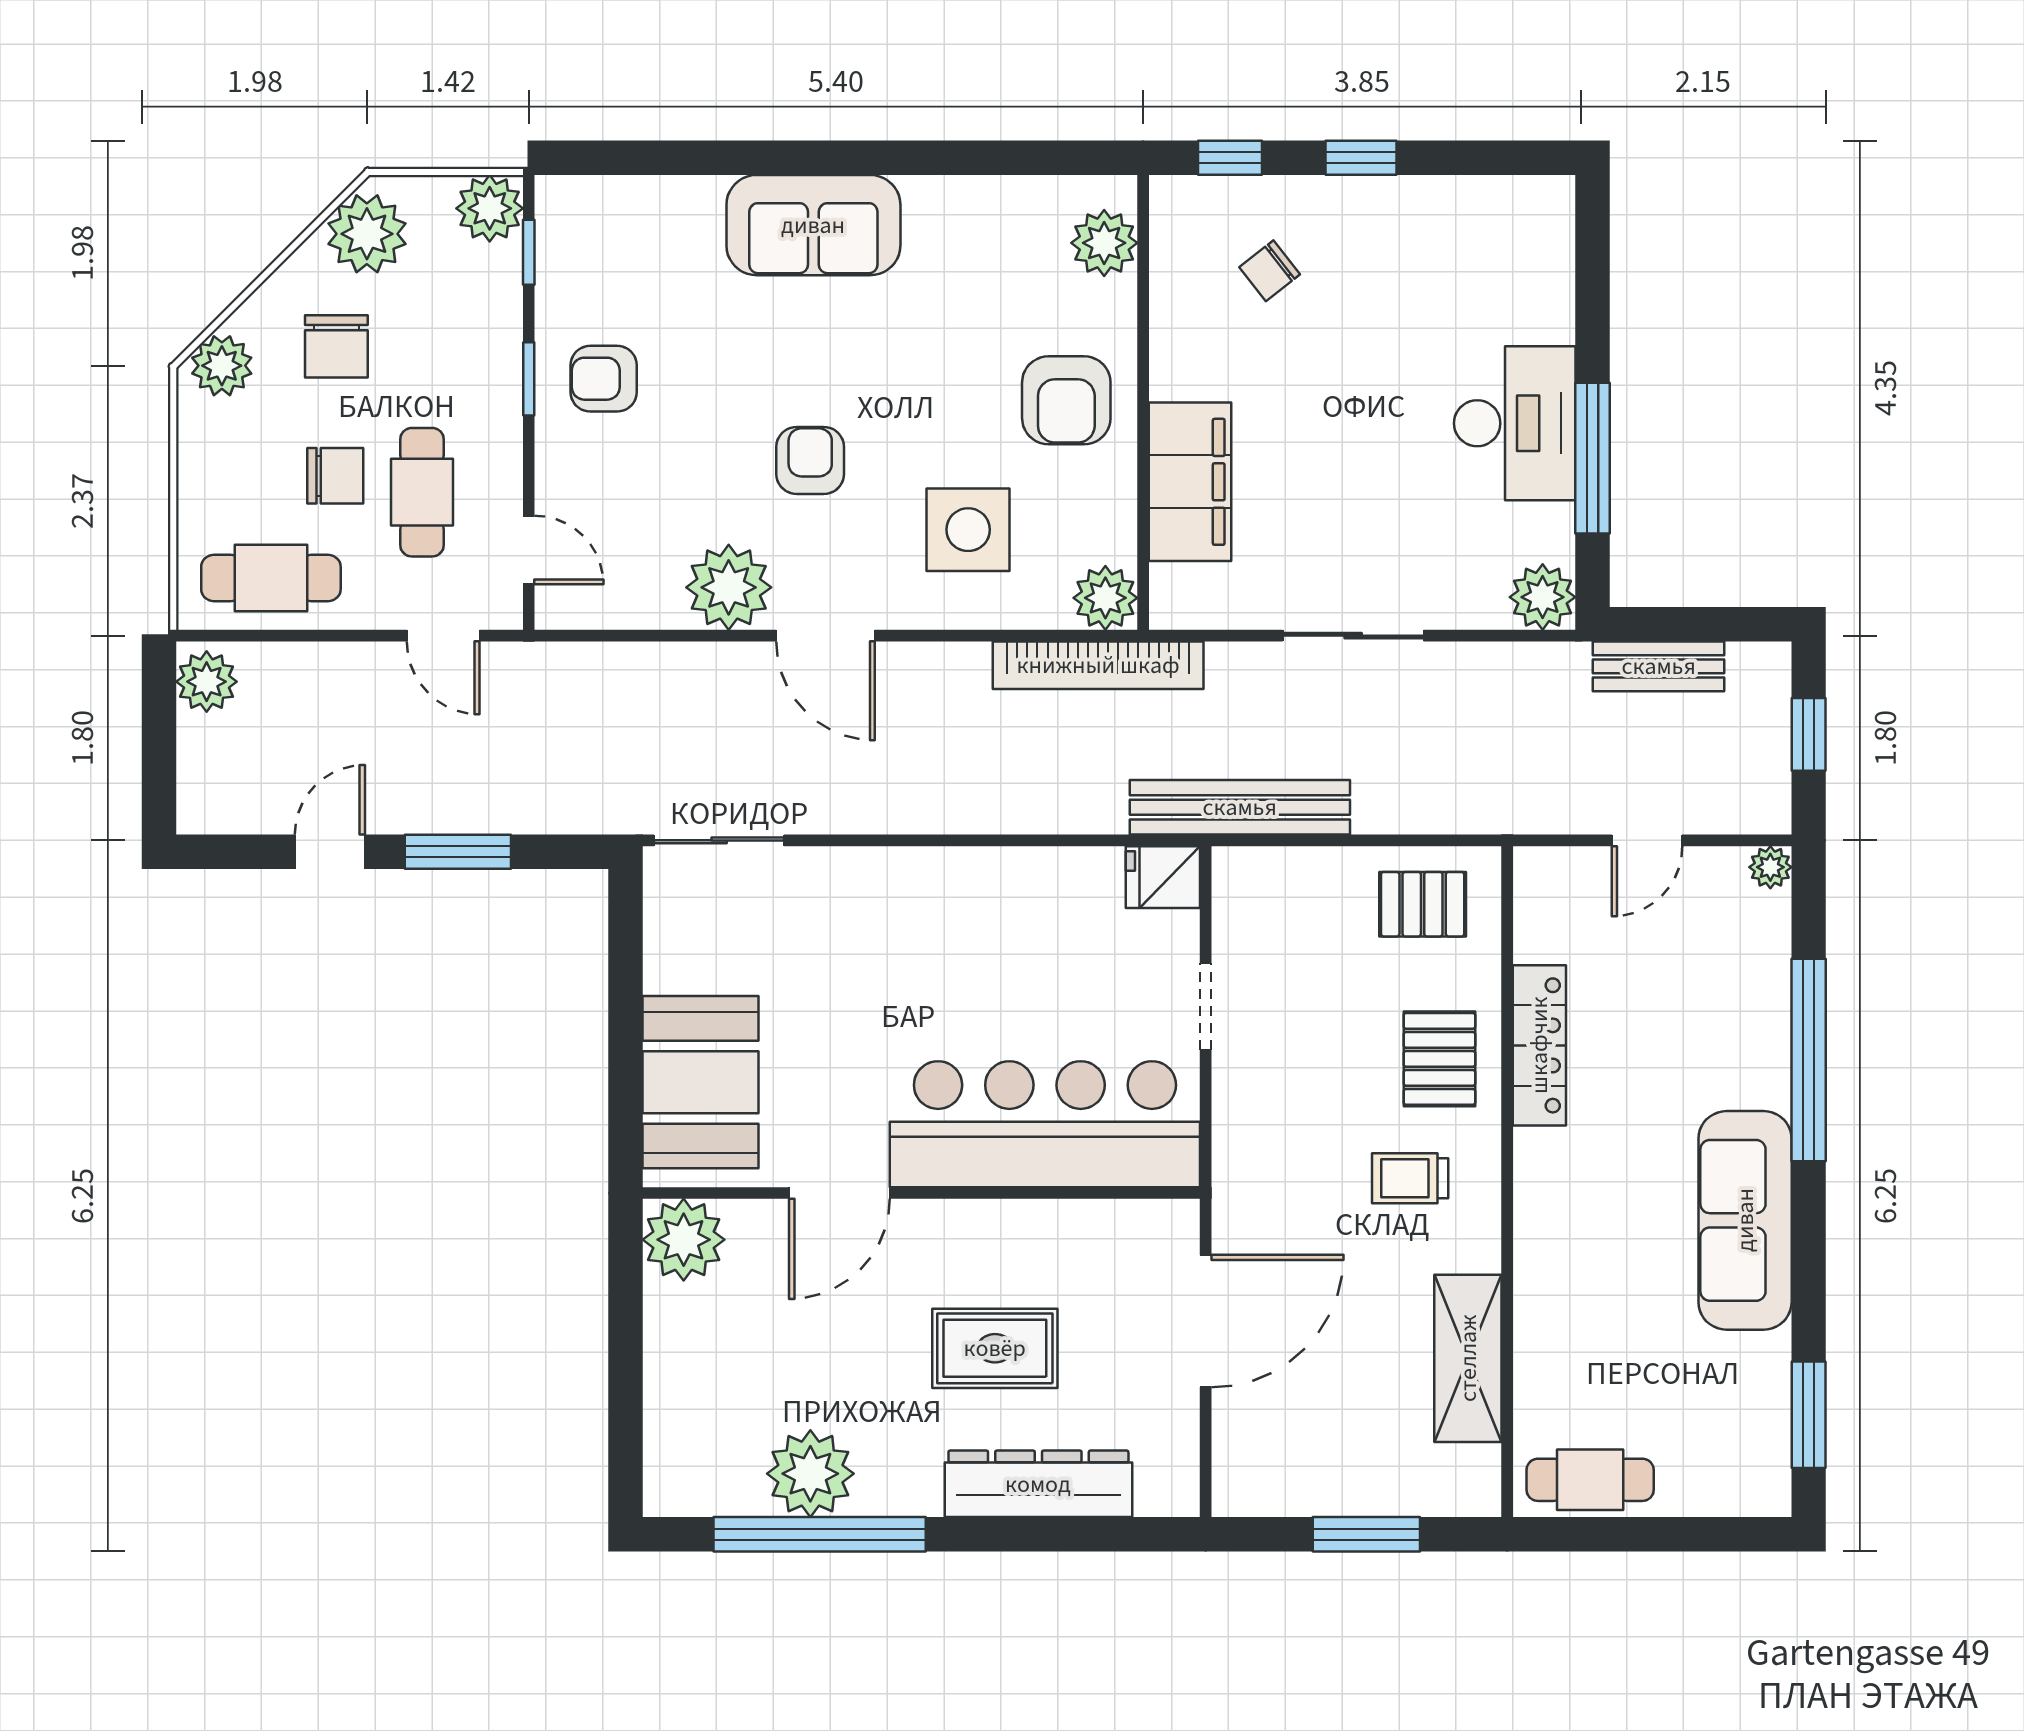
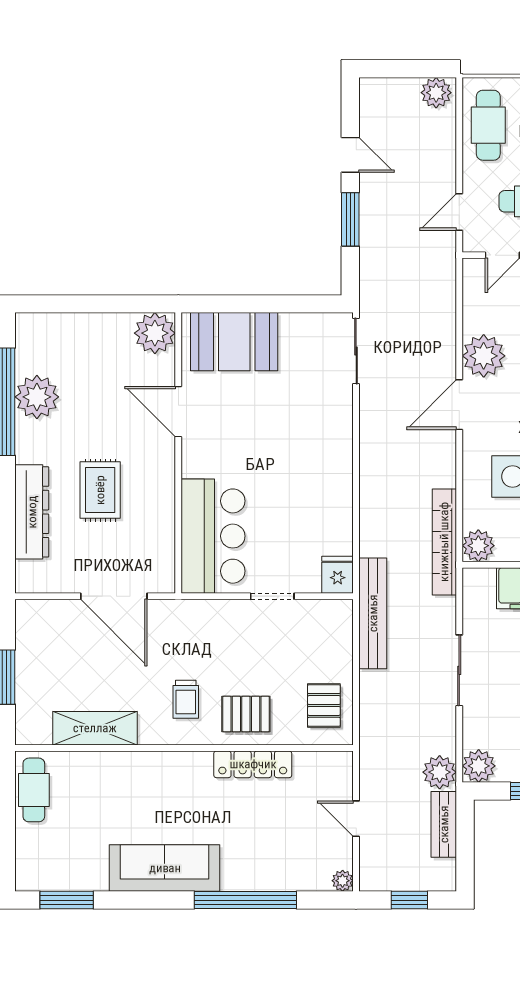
plant: (1555, 675) -> (440, 772), added
bar counter: (1045, 1124) -> (213, 536), width x0.73
trolley: (1410, 1178) -> (186, 699), turned 180

